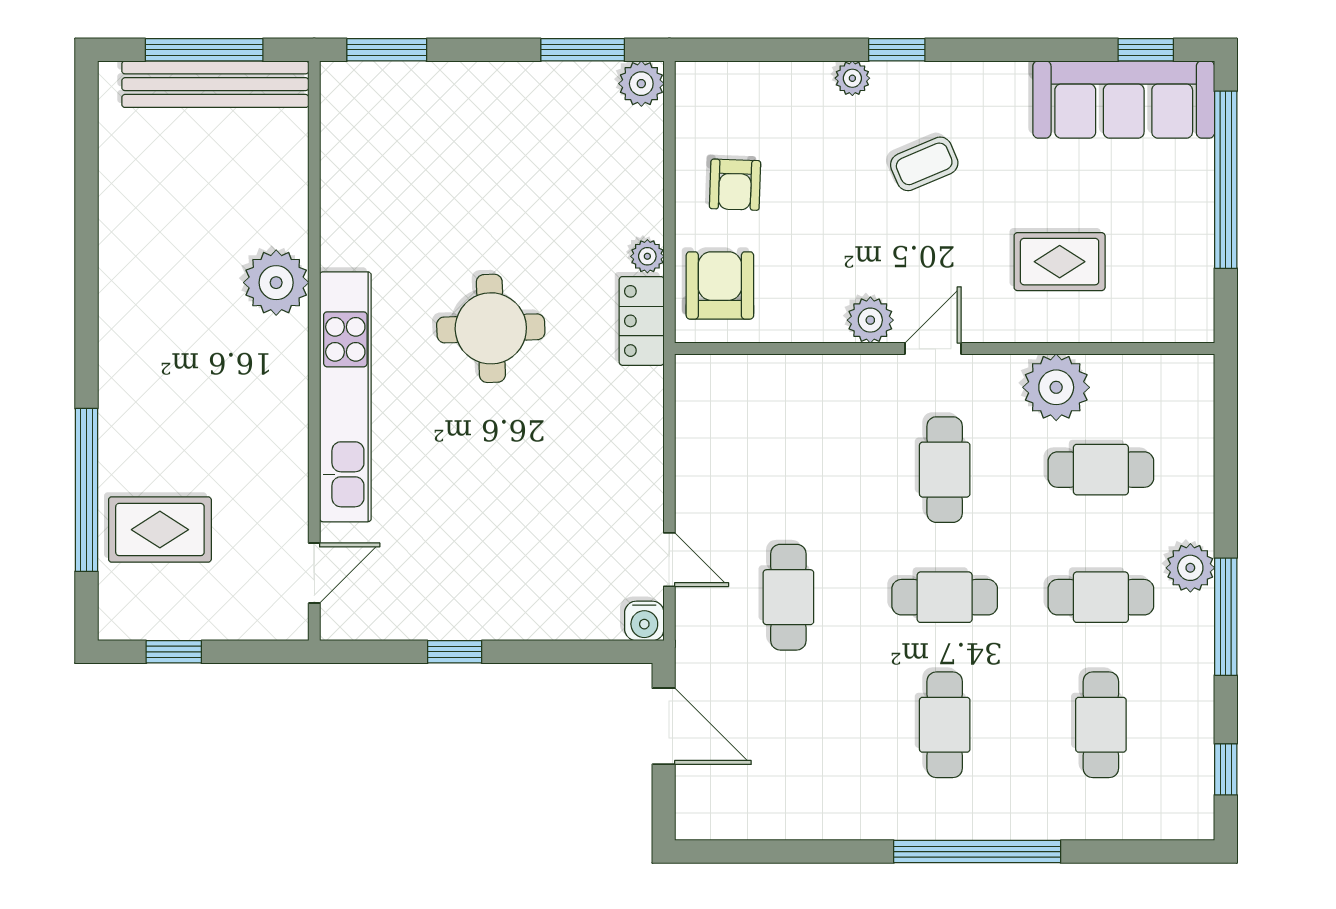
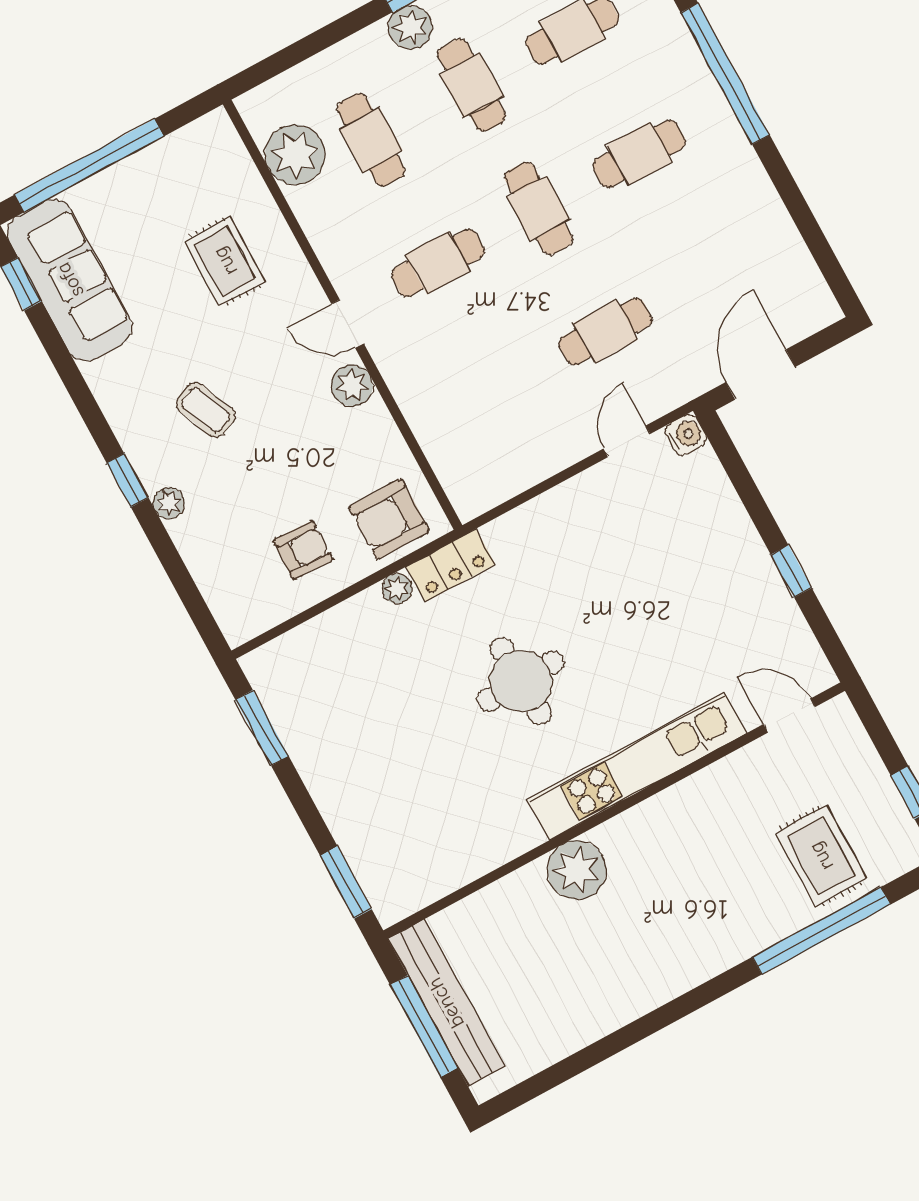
plant: (641, 84) -> (264, 667), removed
plant: (1056, 387) -> (295, 155), moved

